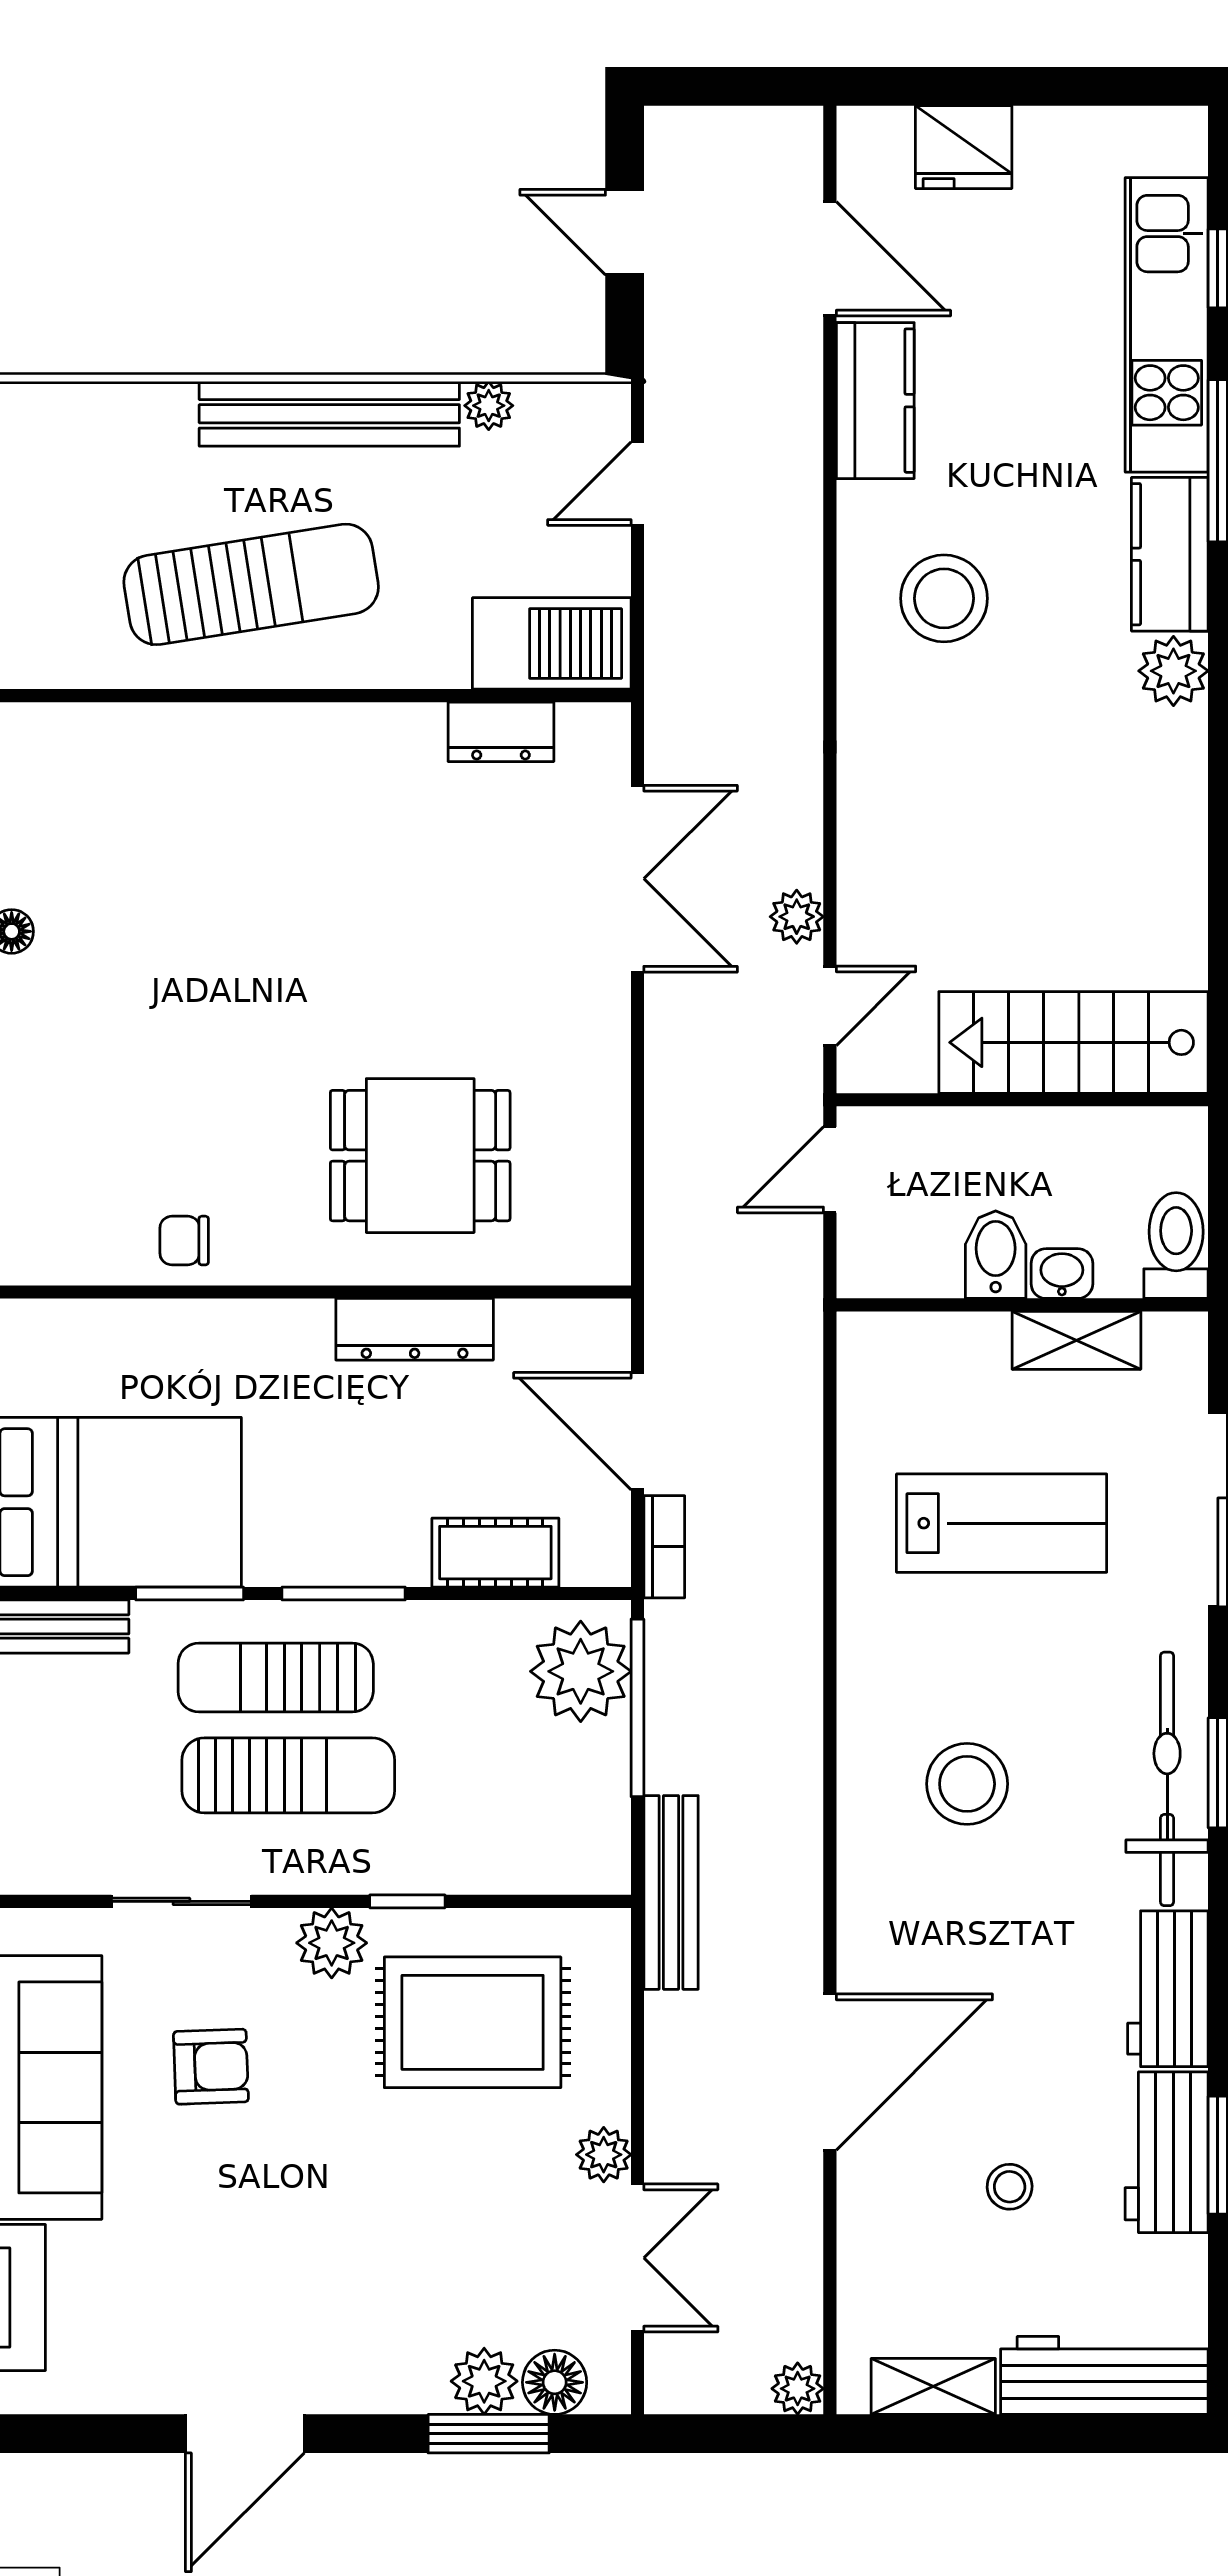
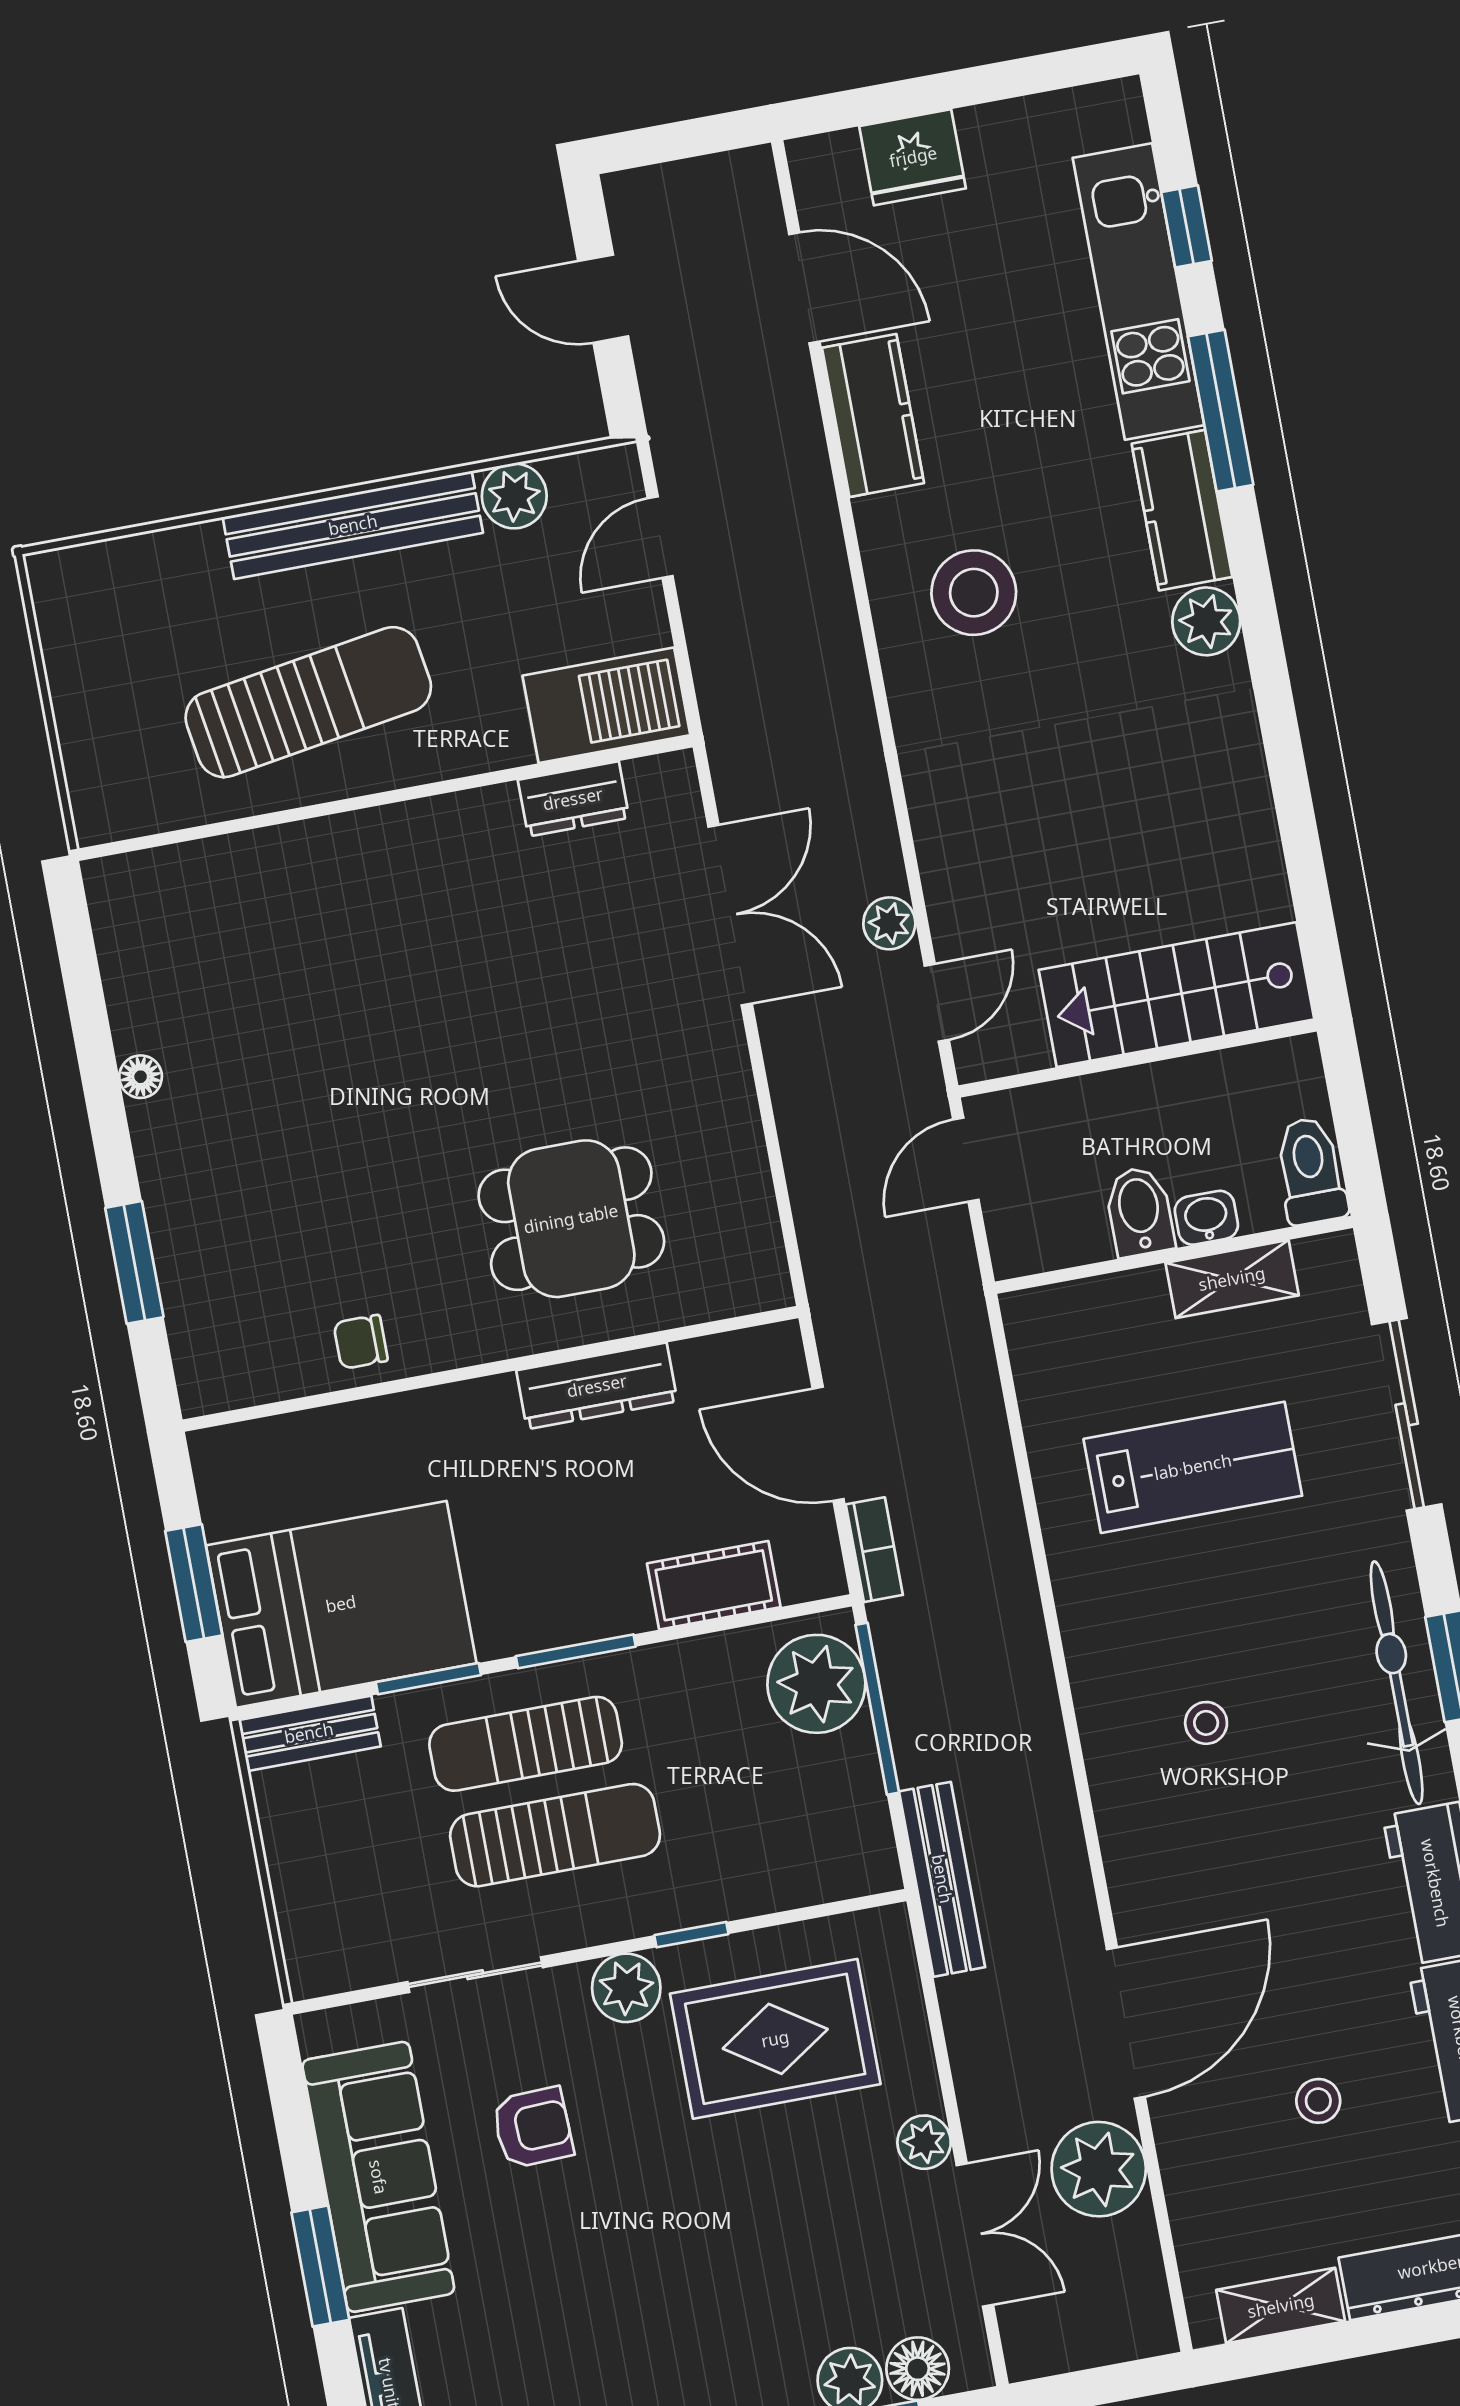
plant: (489, 406) -> (514, 496), width x1.38, depth x1.38
stool: (967, 1784) -> (1206, 1723), width x0.53, depth x0.53
plant: (798, 2389) -> (1099, 2169), moved, width x1.88, depth x1.88

